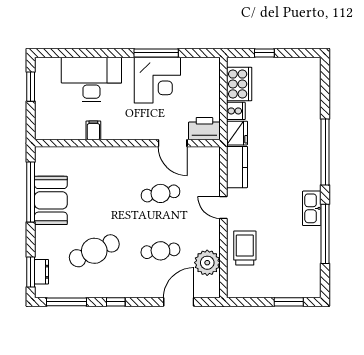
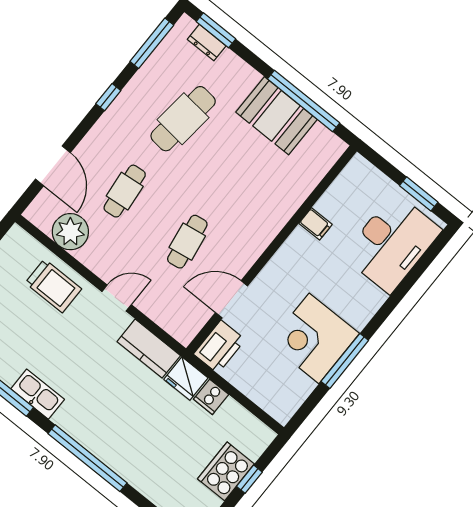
desk: (91, 79) -> (392, 243), moved
cooker: (239, 84) -> (226, 471), moved, turned 90
cafe table: (94, 251) -> (183, 119), turned 30

